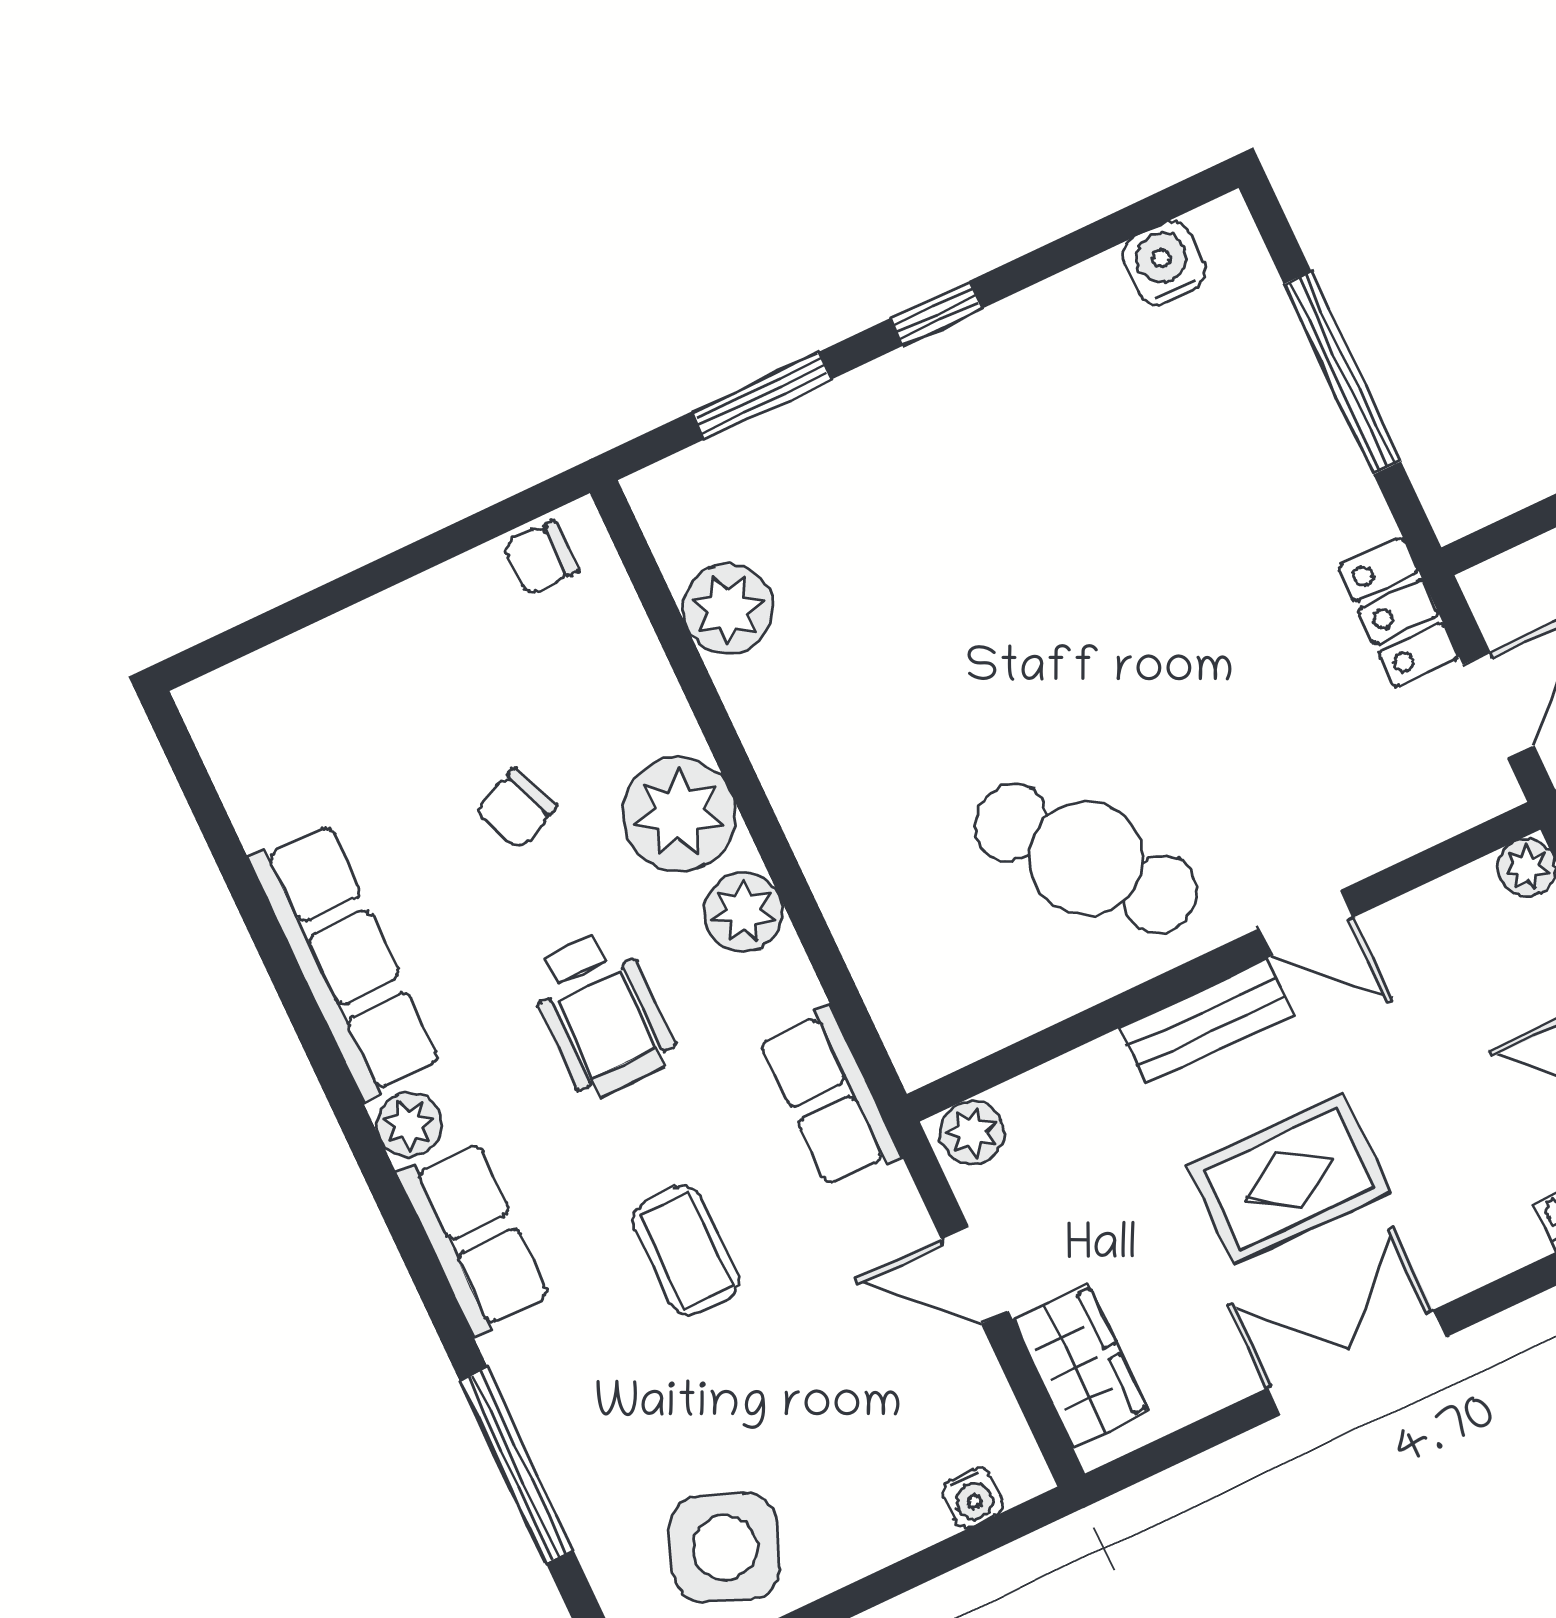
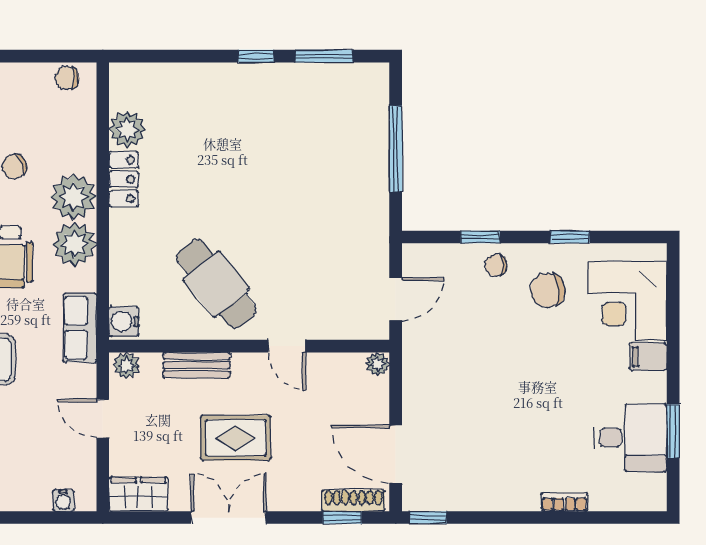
water cooler: (1164, 263) -> (124, 321), moved, turned -90
window: (761, 396) -> (324, 56), moved
locker: (1398, 612) -> (124, 179), moved, turned 180
plant: (744, 912) -> (75, 244), width x1.36, depth x1.36
bench: (1206, 1021) -> (197, 365), moved
wardrobe: (1080, 1366) -> (138, 494), moved, turned -90

